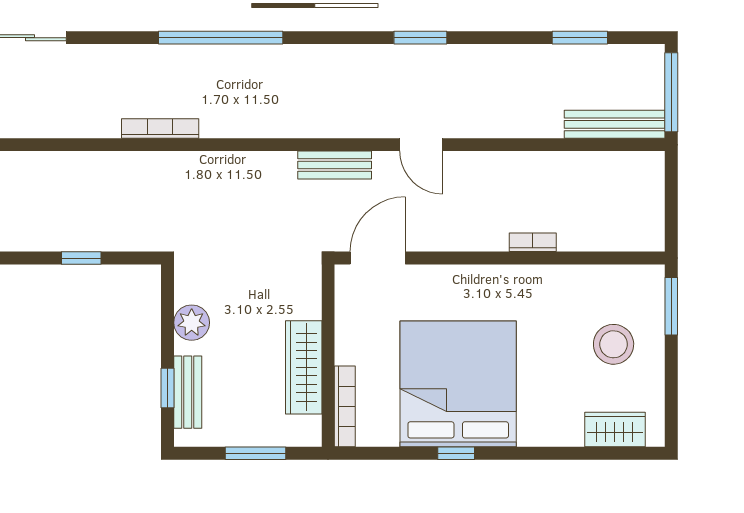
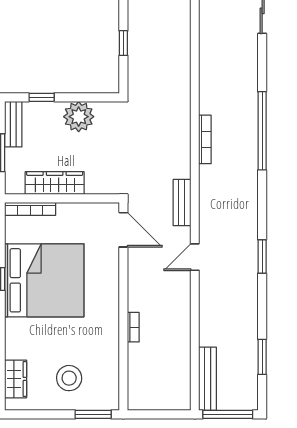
bookcase: (160, 129) -> (205, 139), moved
plant: (192, 323) -> (79, 117), width x1.36, depth x1.36
bench: (188, 392) -> (13, 124), moved, turned 90

